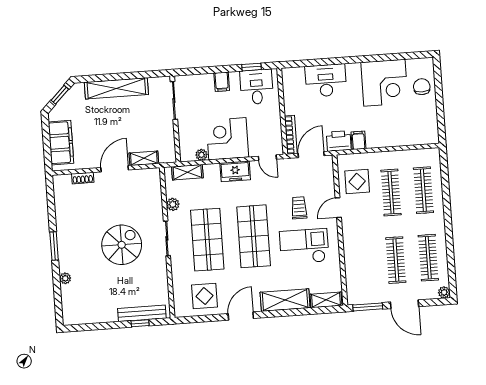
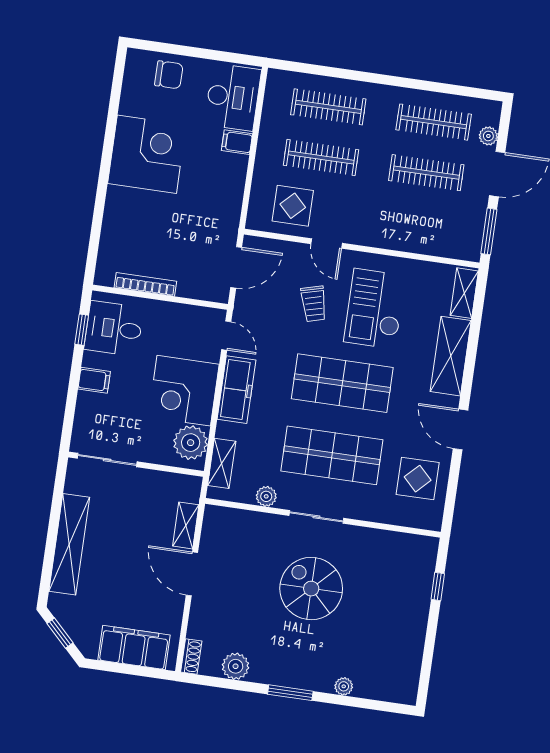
desk: (326, 80) -> (233, 97), moved, turned 180
corner desk: (384, 83) -> (147, 154), moved
chair: (422, 87) -> (169, 75), turned 180
bookcase: (291, 135) -> (145, 284), moved
filing cabinet: (358, 140) -> (237, 142), moved
printer: (339, 141) -> (224, 221), removed
plant: (201, 155) -> (191, 443), width x1.88, depth x1.88
door: (311, 155) -> (236, 267), swing flipped
door: (267, 158) -> (226, 336), hinge flipped
freezer: (235, 171) -> (236, 390), width x1.40
shoe rack: (83, 178) -> (191, 656), moved
plant: (63, 208) -> (236, 666), added
trolley: (299, 208) -> (314, 304), turned -105
plant: (444, 292) -> (488, 136), moved
bench: (142, 313) -> (423, 580), removed

